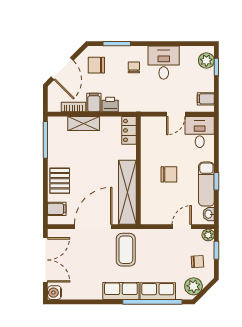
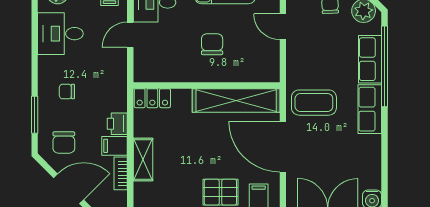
desk: (164, 63) -> (60, 34), moved
door: (176, 114) -> (130, 35), swing flipped

